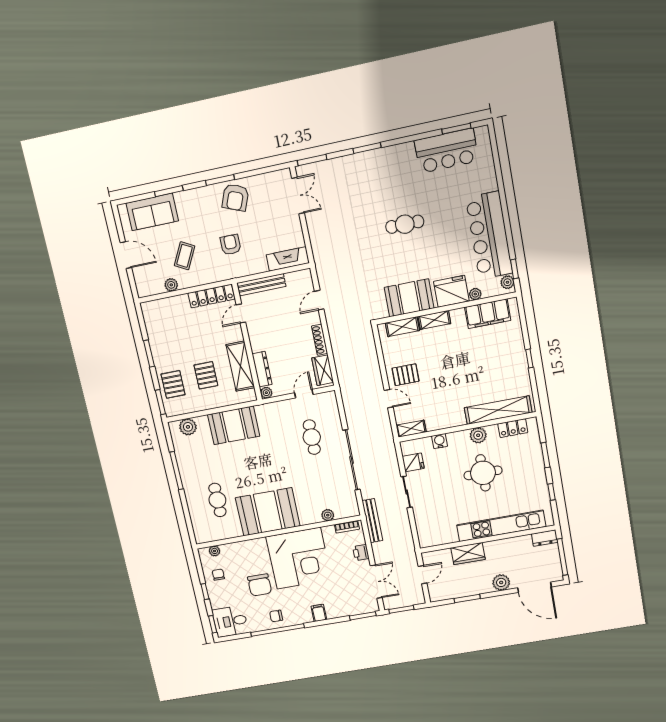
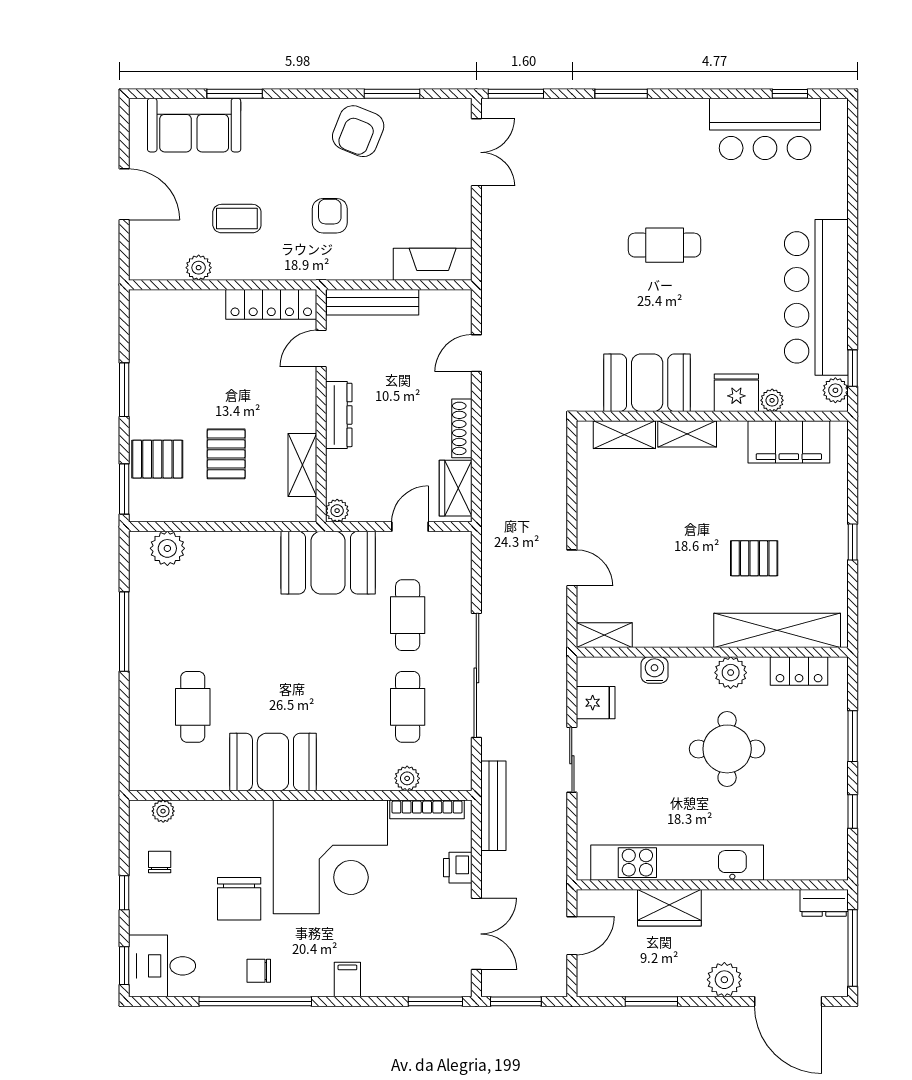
window: (456, 129) -> (790, 94), width x0.67
window: (220, 180) -> (392, 94), moved
coffee table: (185, 256) -> (237, 219), turned 62
fridge: (451, 291) -> (736, 393), width x0.73, depth x0.75
shelving: (240, 366) -> (302, 465), width x0.67, depth x0.75
dresser: (262, 369) -> (339, 415), moved
pallet: (406, 375) -> (754, 558), moved
pallet: (173, 384) -> (157, 459), turned 90
booth: (234, 425) -> (328, 563), moved
cafe table: (321, 481) -> (408, 707), added
booth: (268, 512) -> (273, 762), width x0.73, depth x0.70
kitchen unit: (501, 526) -> (677, 863), moved
bookcase: (347, 527) -> (427, 809), width x1.56

